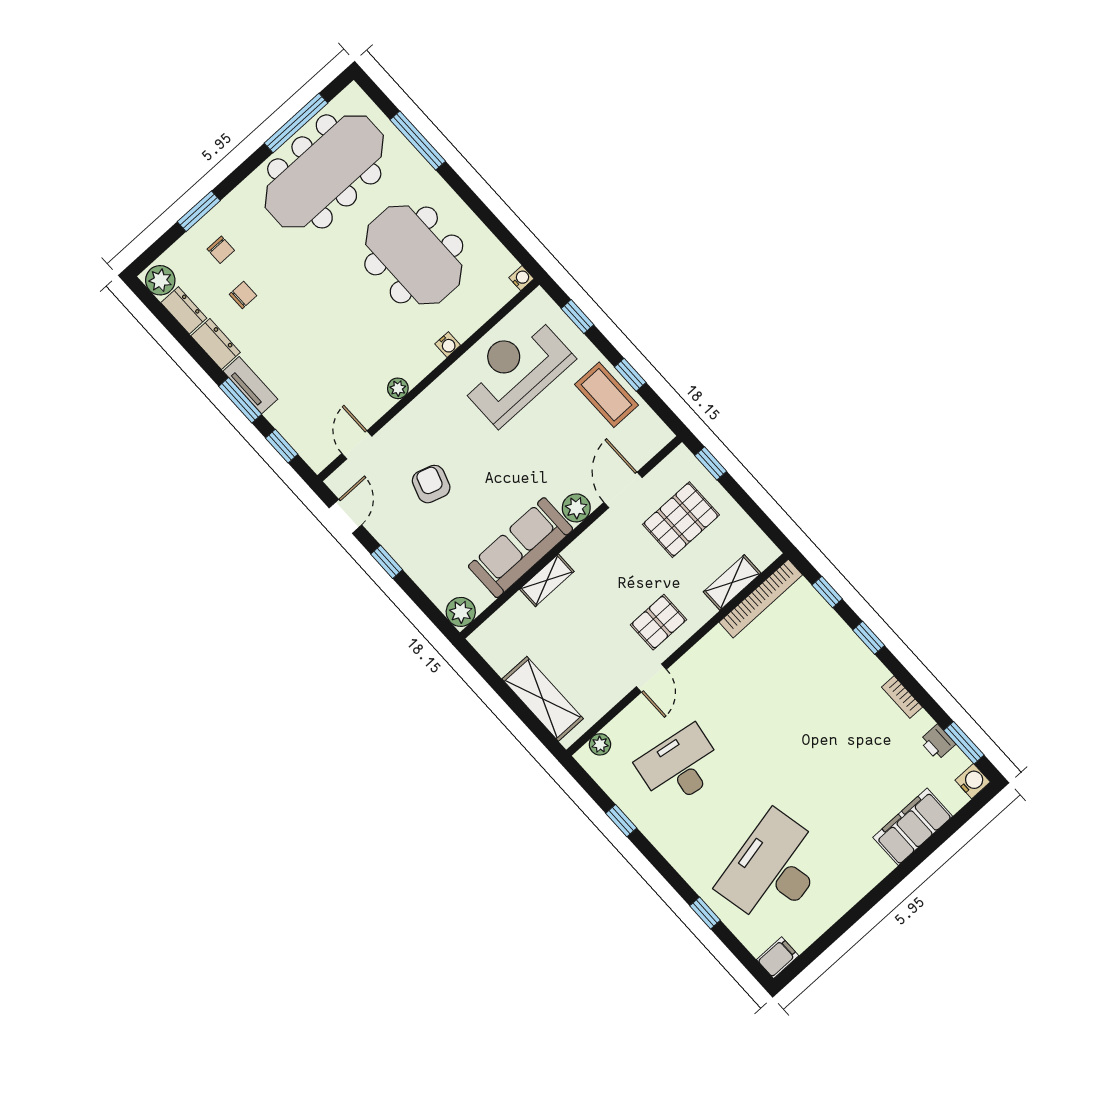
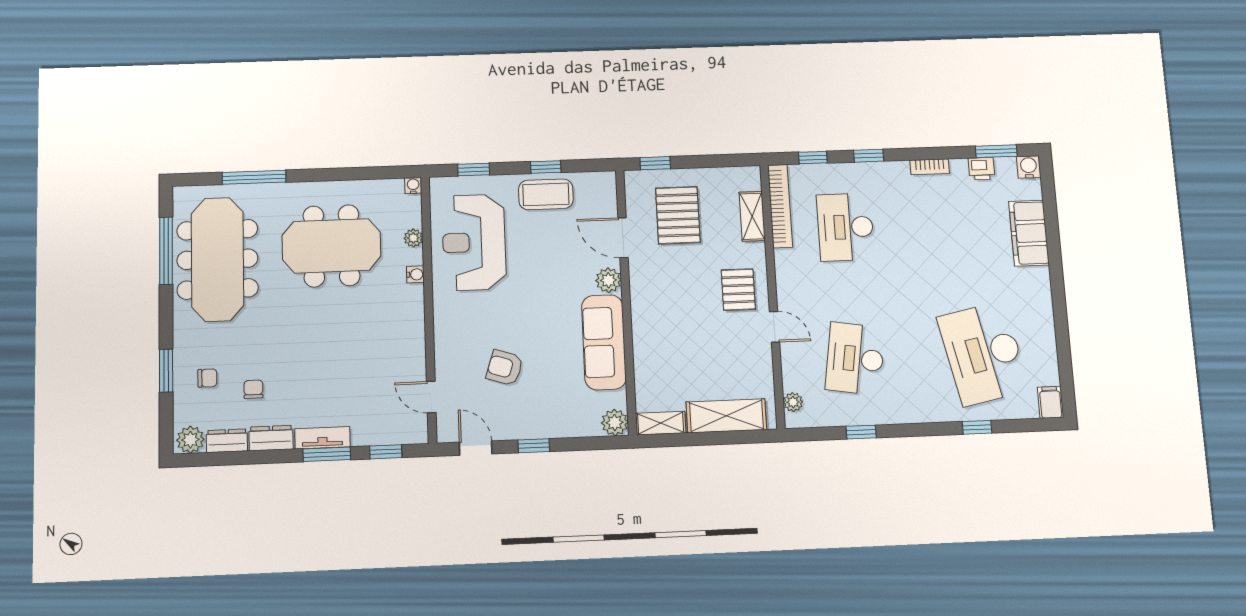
plant: (398, 388) -> (413, 238), moved
shelving: (547, 580) -> (661, 423), moved, turned 90
desk: (788, 668) -> (846, 227), added

